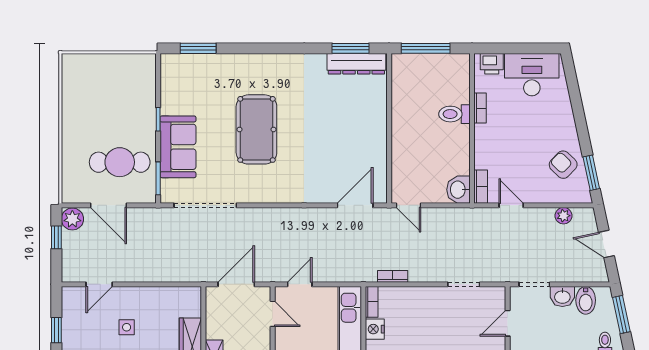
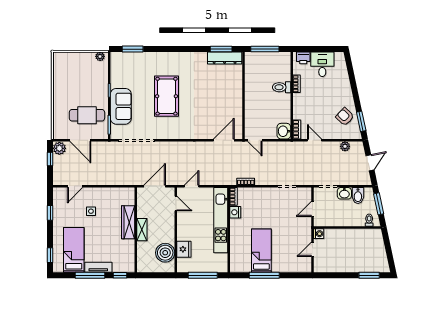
plant: (142, 61) -> (100, 56), added
desk: (532, 75) -> (322, 64), width x0.73
door: (606, 244) -> (370, 163), swing flipped

